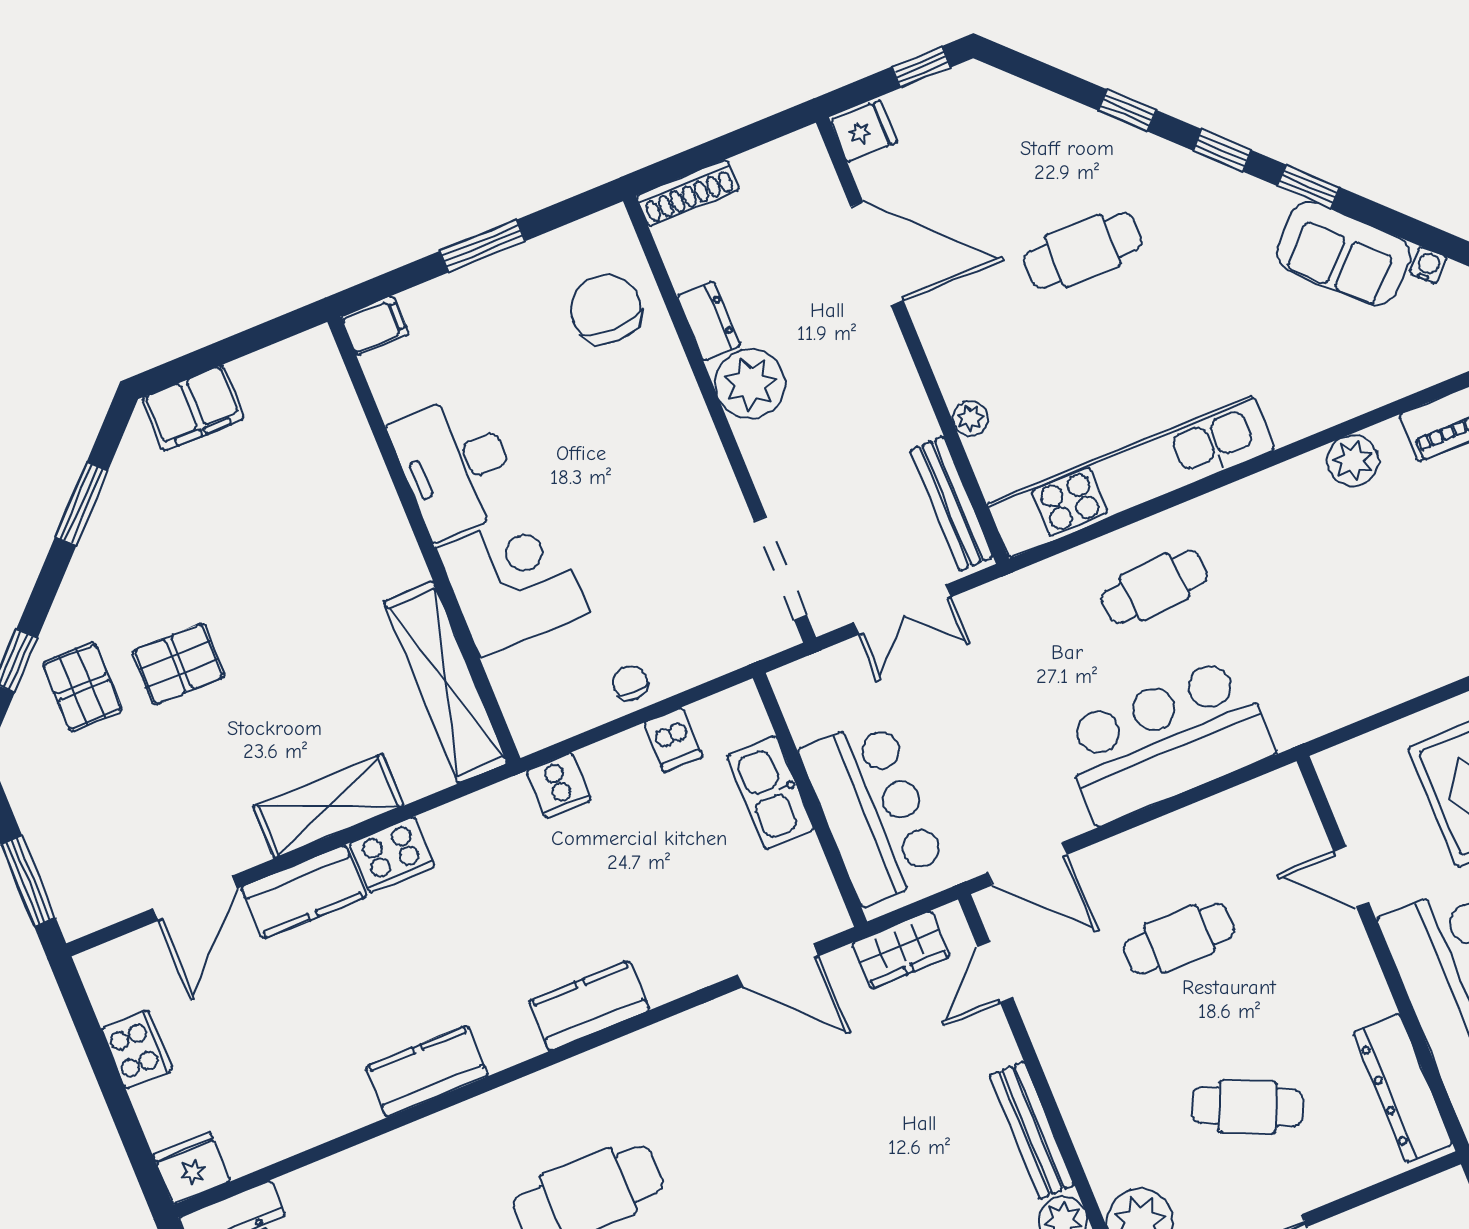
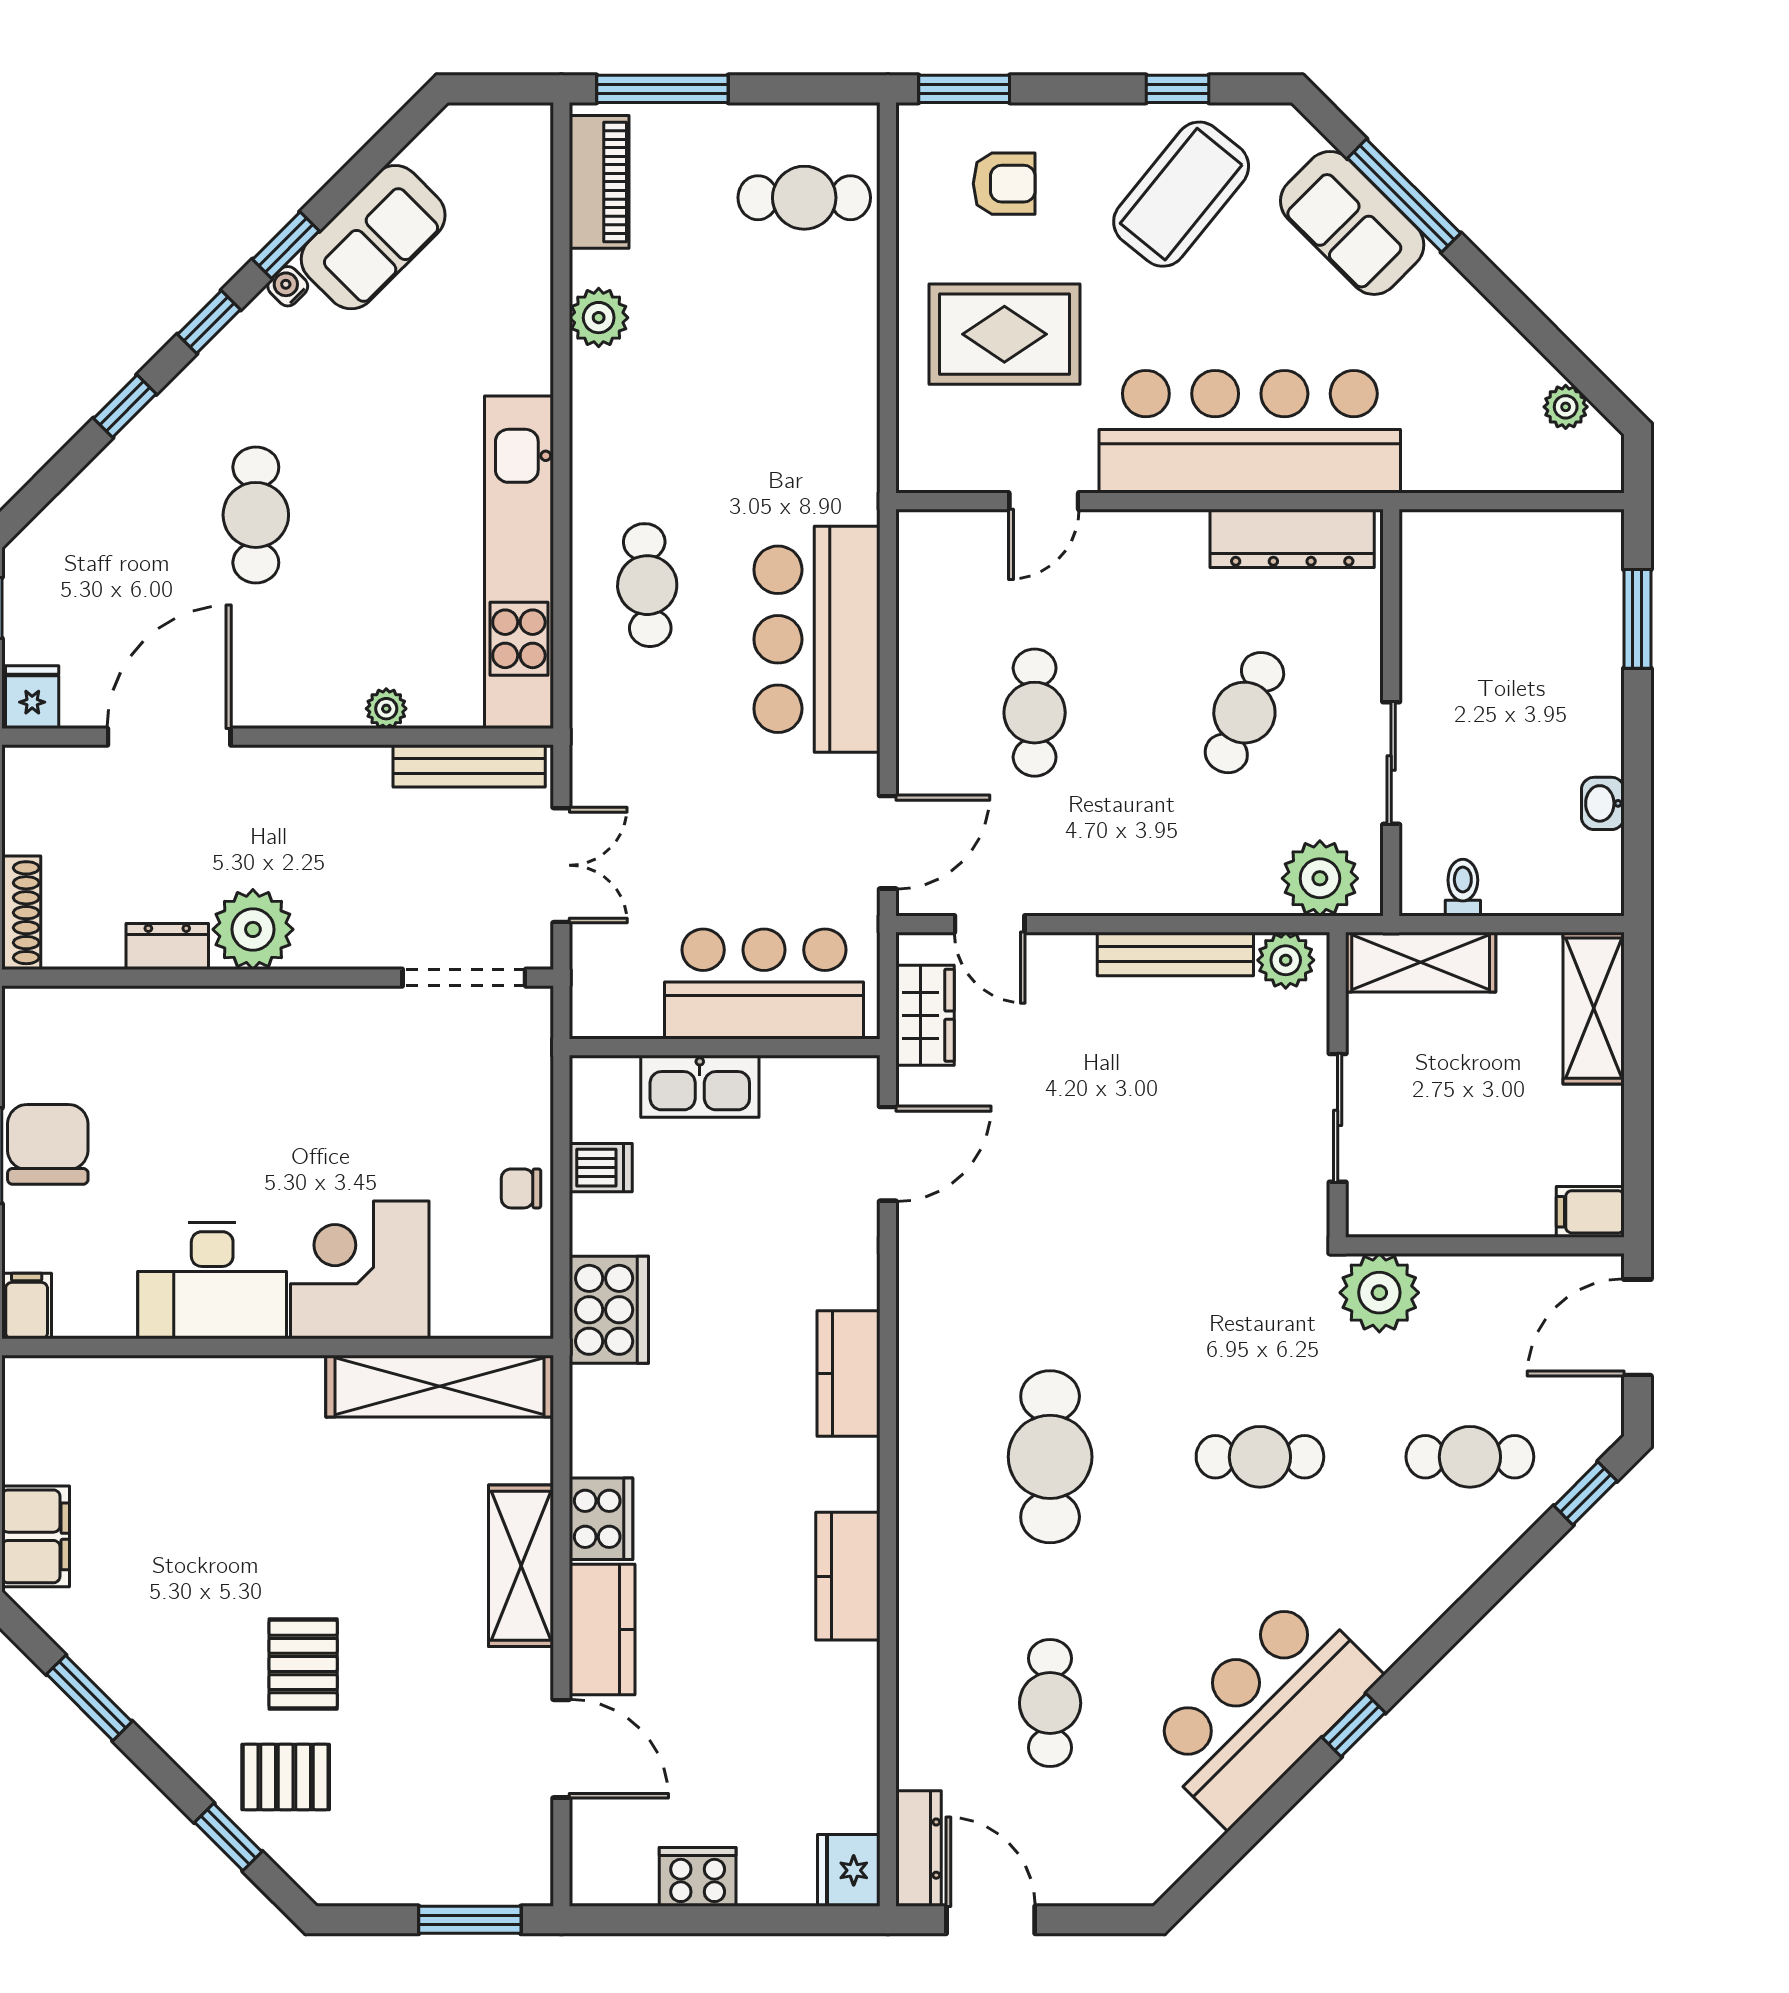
water cooler: (1428, 265) -> (288, 286), moved
chair: (606, 309) -> (48, 1144), moved, turned 90
cooker: (559, 786) -> (609, 1310), width x1.87, depth x1.31

